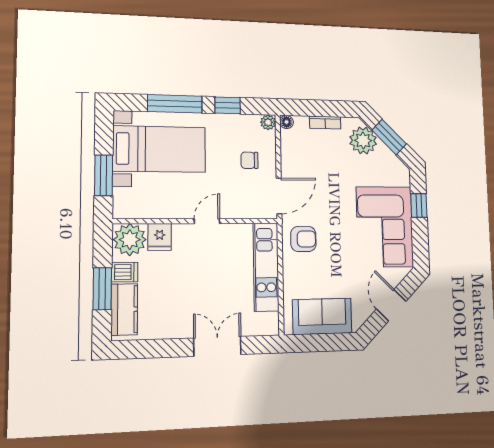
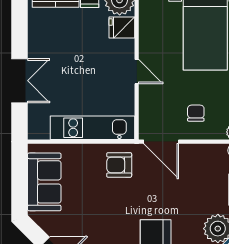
armchair: (303, 239) -> (119, 165), turned 90

